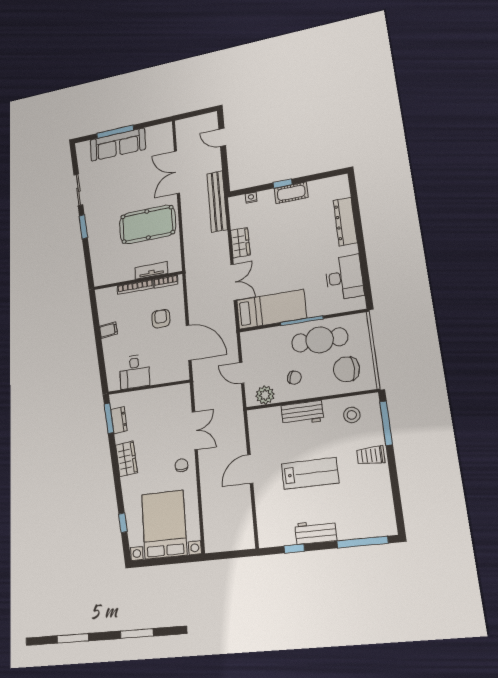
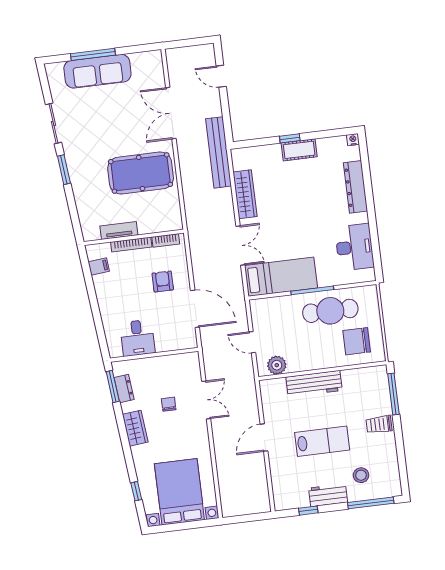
nightstand: (251, 198) -> (353, 140), moved
wardrobe: (240, 243) -> (245, 194), width x1.50
tv unit: (151, 270) -> (119, 231), moved
filing cabinet: (108, 330) -> (99, 266), moved
chair: (294, 378) -> (306, 348), removed
workbench: (302, 413) -> (314, 384), width x1.38
stool: (352, 415) -> (361, 475), moved
chair: (182, 465) -> (169, 404), moved

